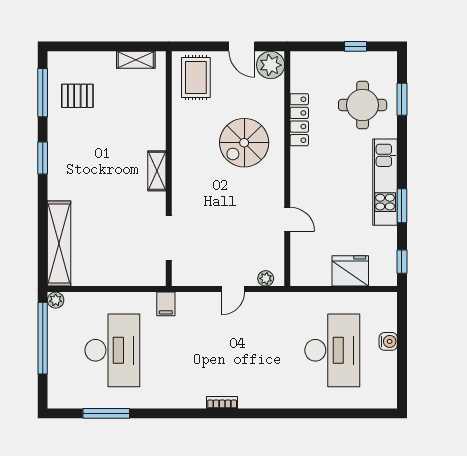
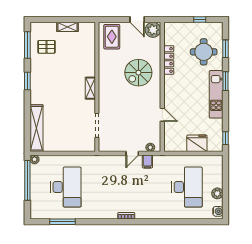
shelving: (136, 60) -> (68, 27), moved
window: (402, 206) -> (225, 81), moved
filing cabinet: (166, 304) -> (147, 161), moved
water cooler: (388, 341) -> (218, 211), moved
plant: (387, 362) -> (217, 193), added

